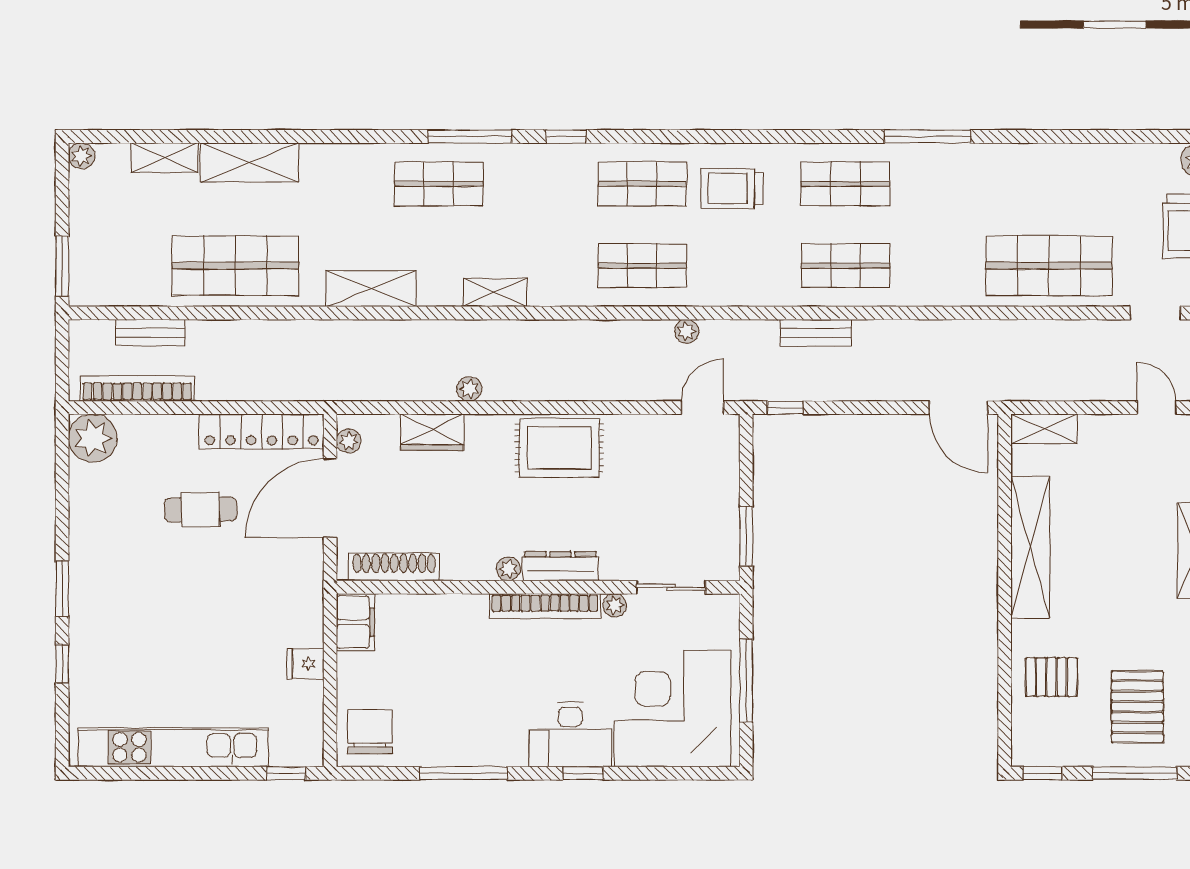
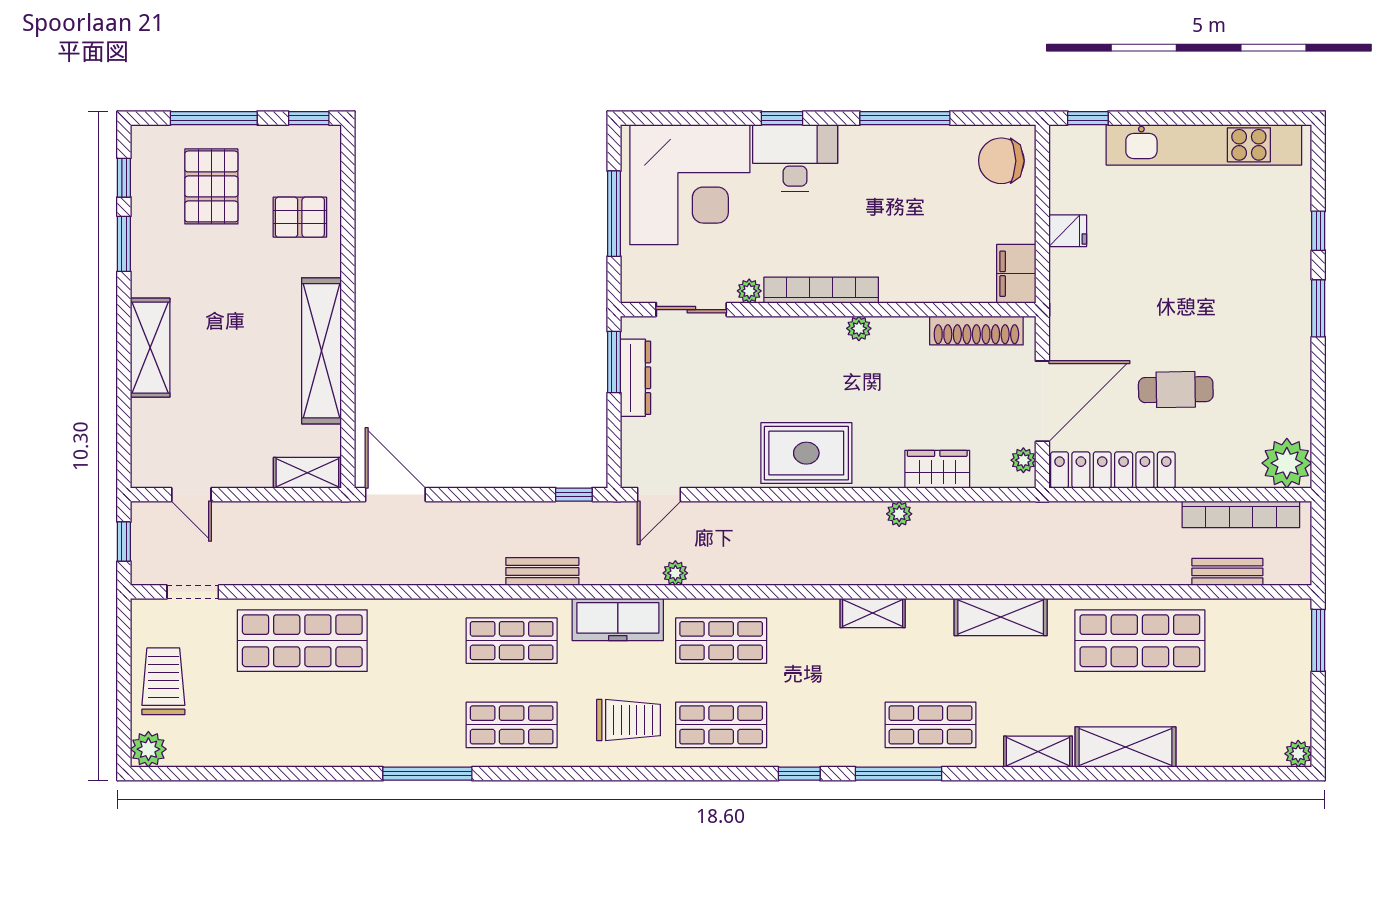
shelving: (165, 158) -> (1038, 752), moved
freezer: (743, 286) -> (618, 620), added
dresser: (560, 566) -> (636, 378), moved, turned -90
chair: (370, 732) -> (1001, 161), turned 90

